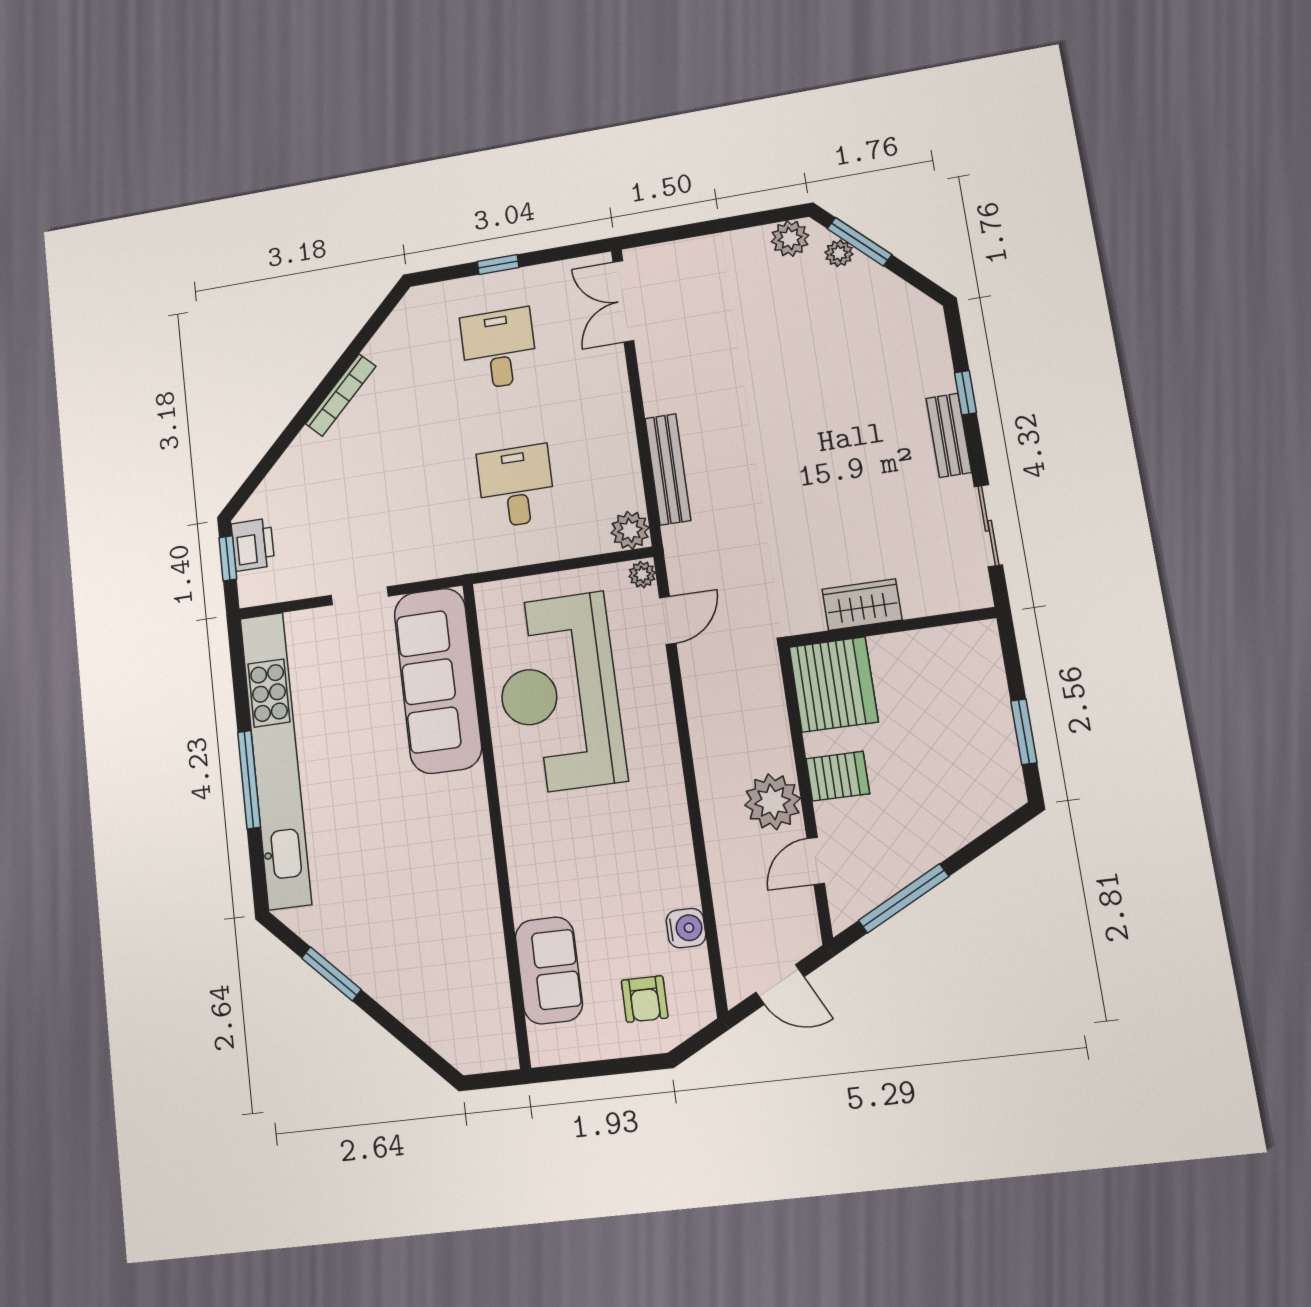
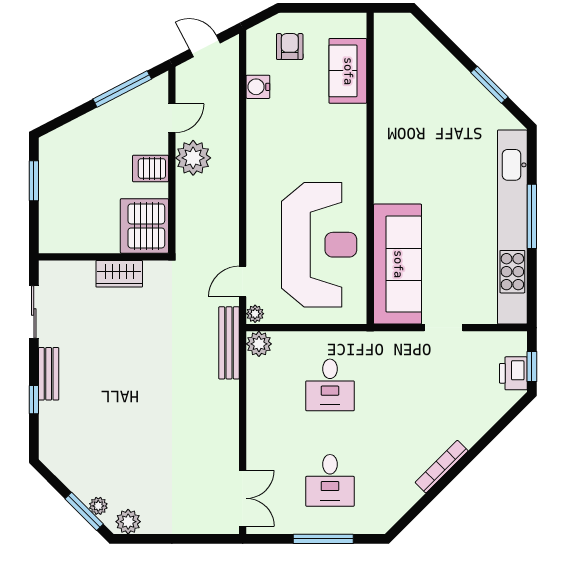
window: (498, 265) -> (323, 539), width x2.17
bench: (668, 469) -> (229, 343), moved

